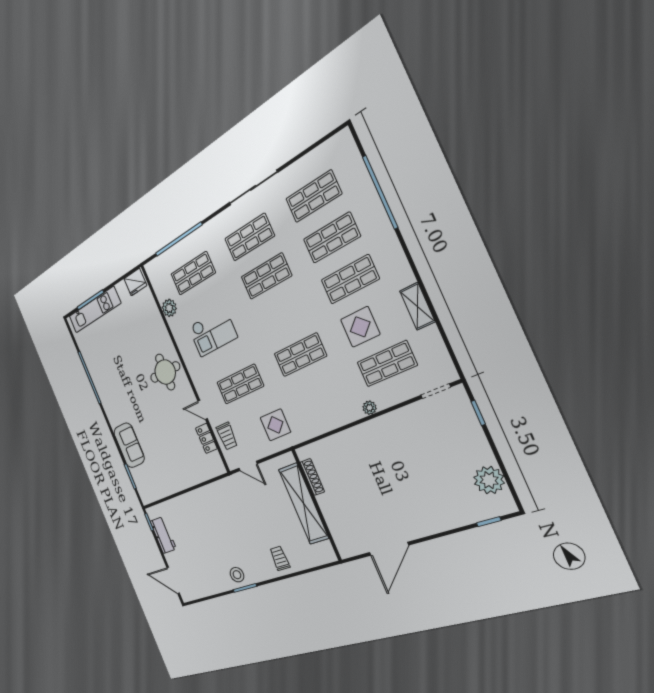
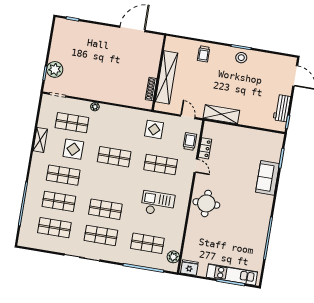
plant: (169, 308) -> (173, 257), moved
plant: (489, 480) -> (55, 69), moved
shelving: (215, 492) -> (221, 114), added

